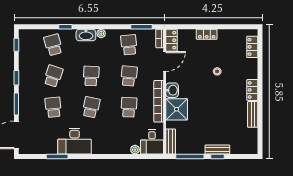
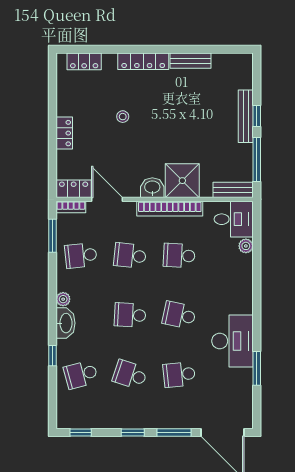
locker: (252, 90) -> (143, 61), width x1.53
bench: (217, 150) -> (246, 116), width x1.36

